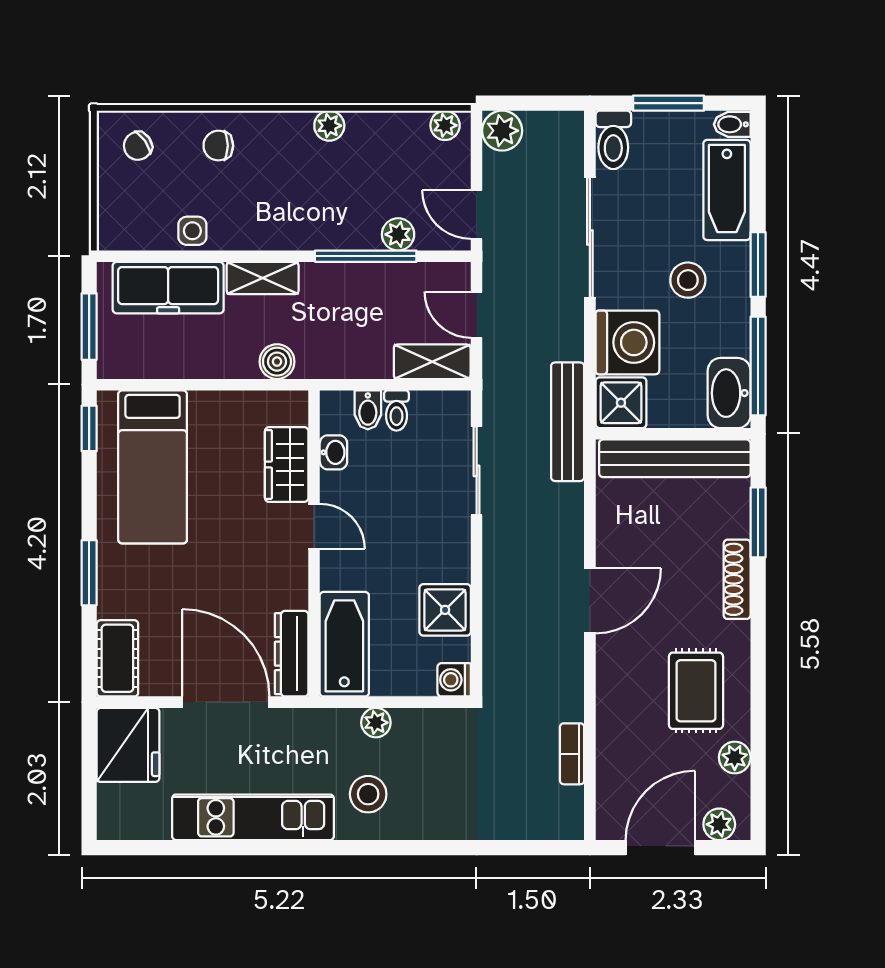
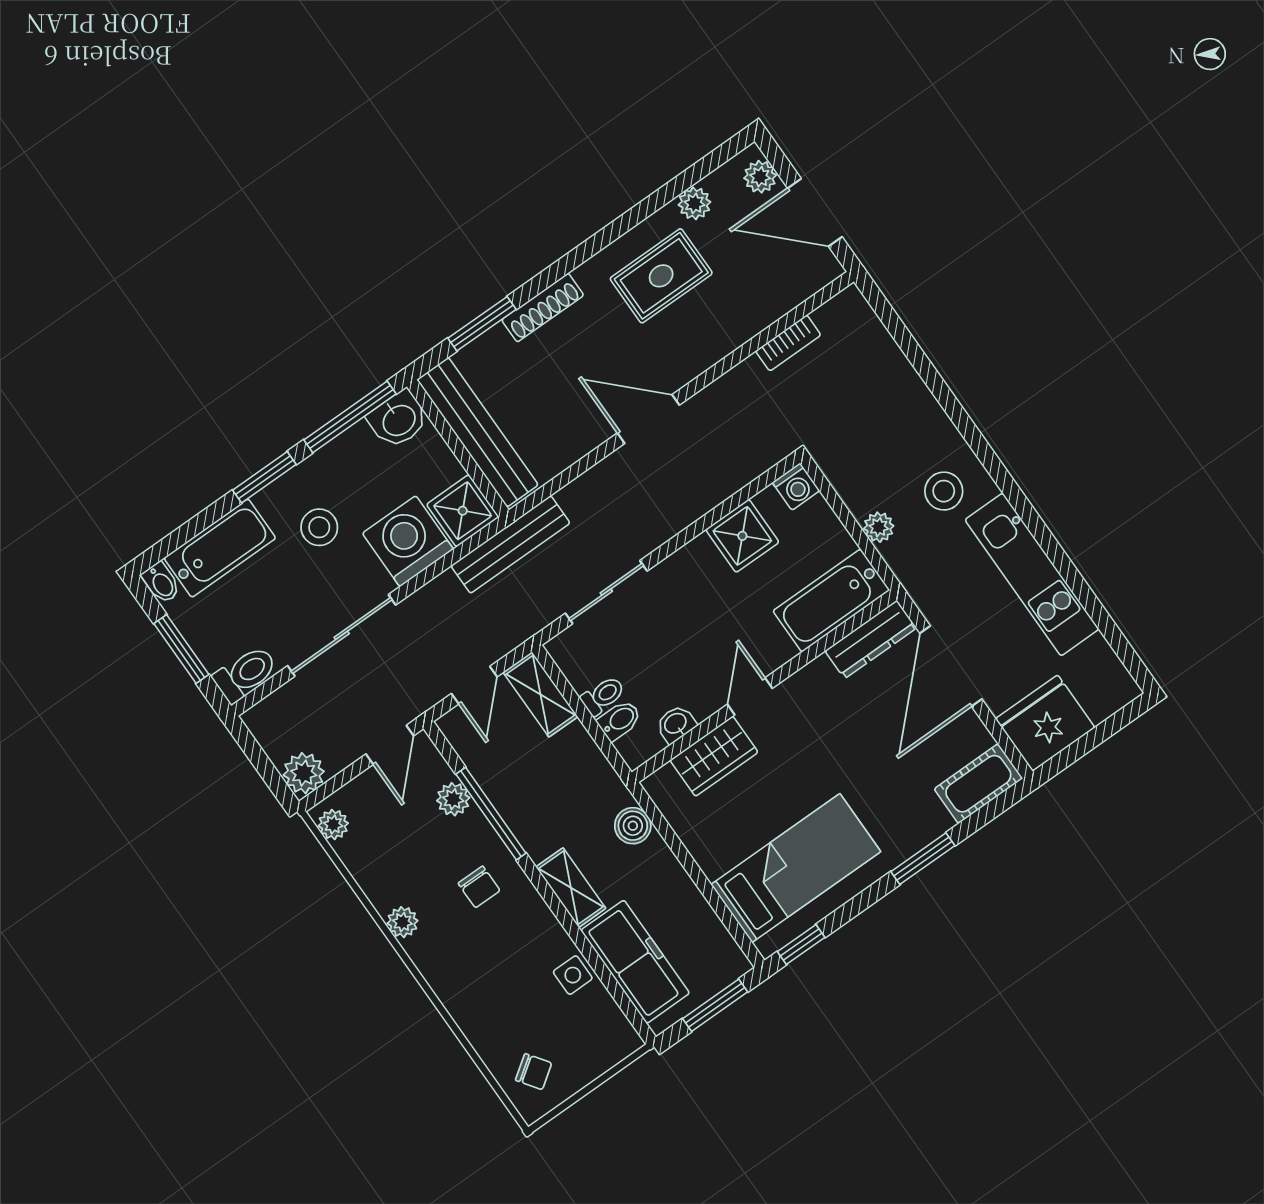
chair: (218, 146) -> (479, 887), moved
washbasin: (729, 393) -> (398, 419), width x0.72

